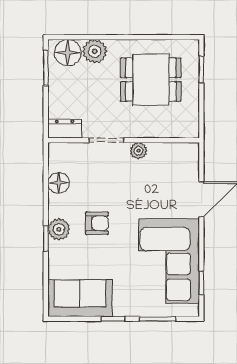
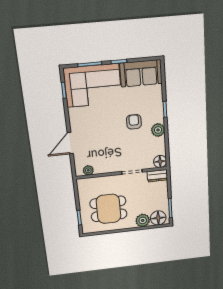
plant: (138, 151) -> (88, 170), moved
floor lamp: (59, 183) -> (160, 161), moved
armchair: (97, 223) -> (134, 122), turned 90
plant: (59, 229) -> (158, 130), moved
corner sofa: (169, 261) -> (93, 85), moved, turned 90

